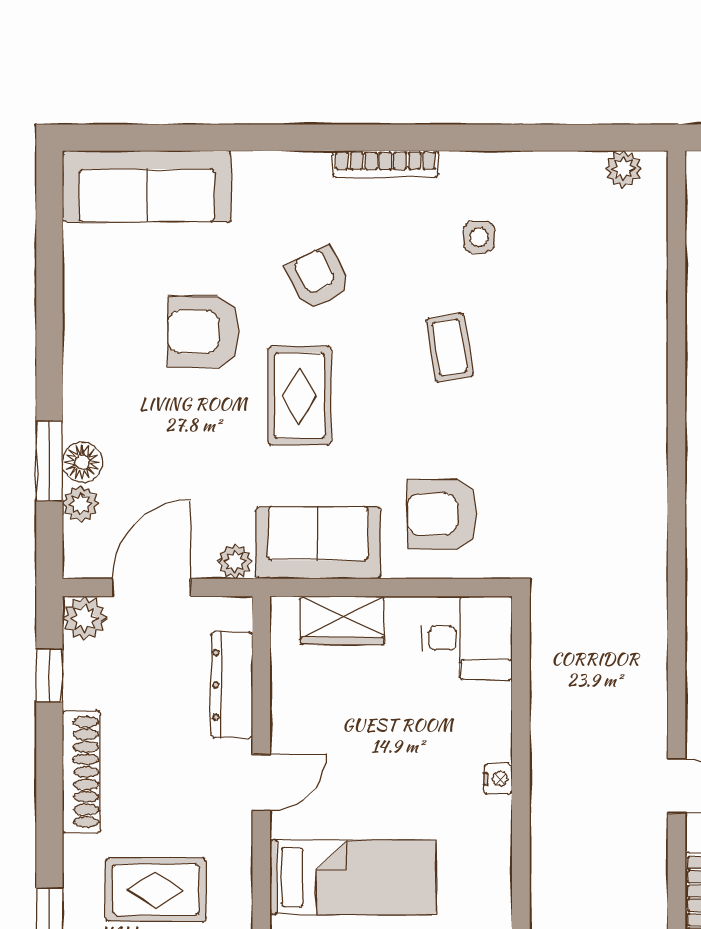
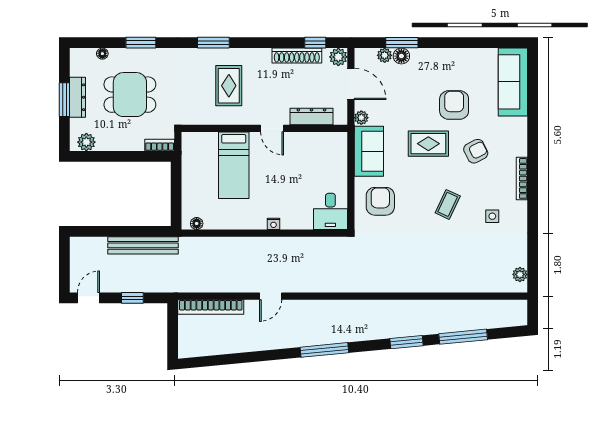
coffee table: (450, 348) -> (448, 204), turned -56
wardrobe: (342, 620) -> (338, 161), removed
shoe rack: (81, 772) -> (297, 56), moved

